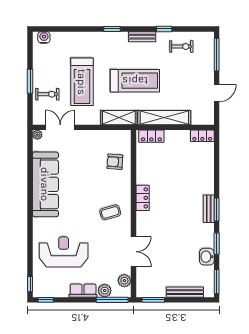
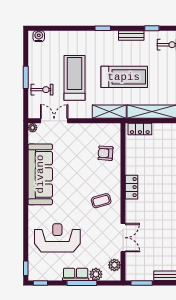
treadmill: (82, 82) -> (75, 78), turned 180
window: (112, 300) -> (82, 283), moved

